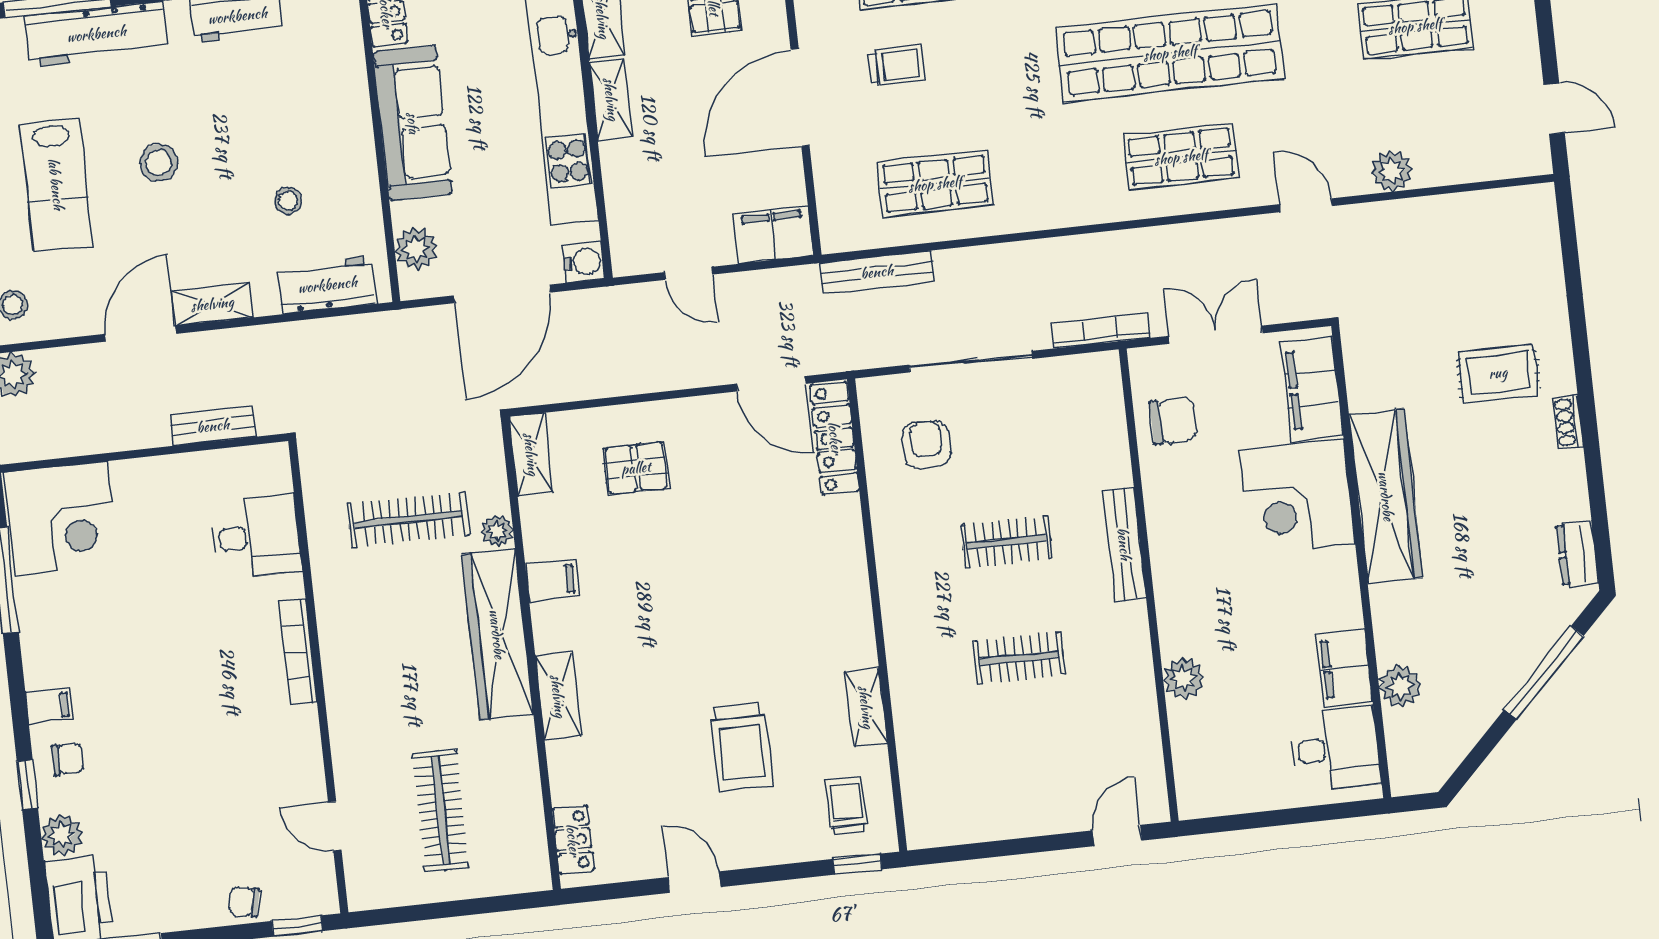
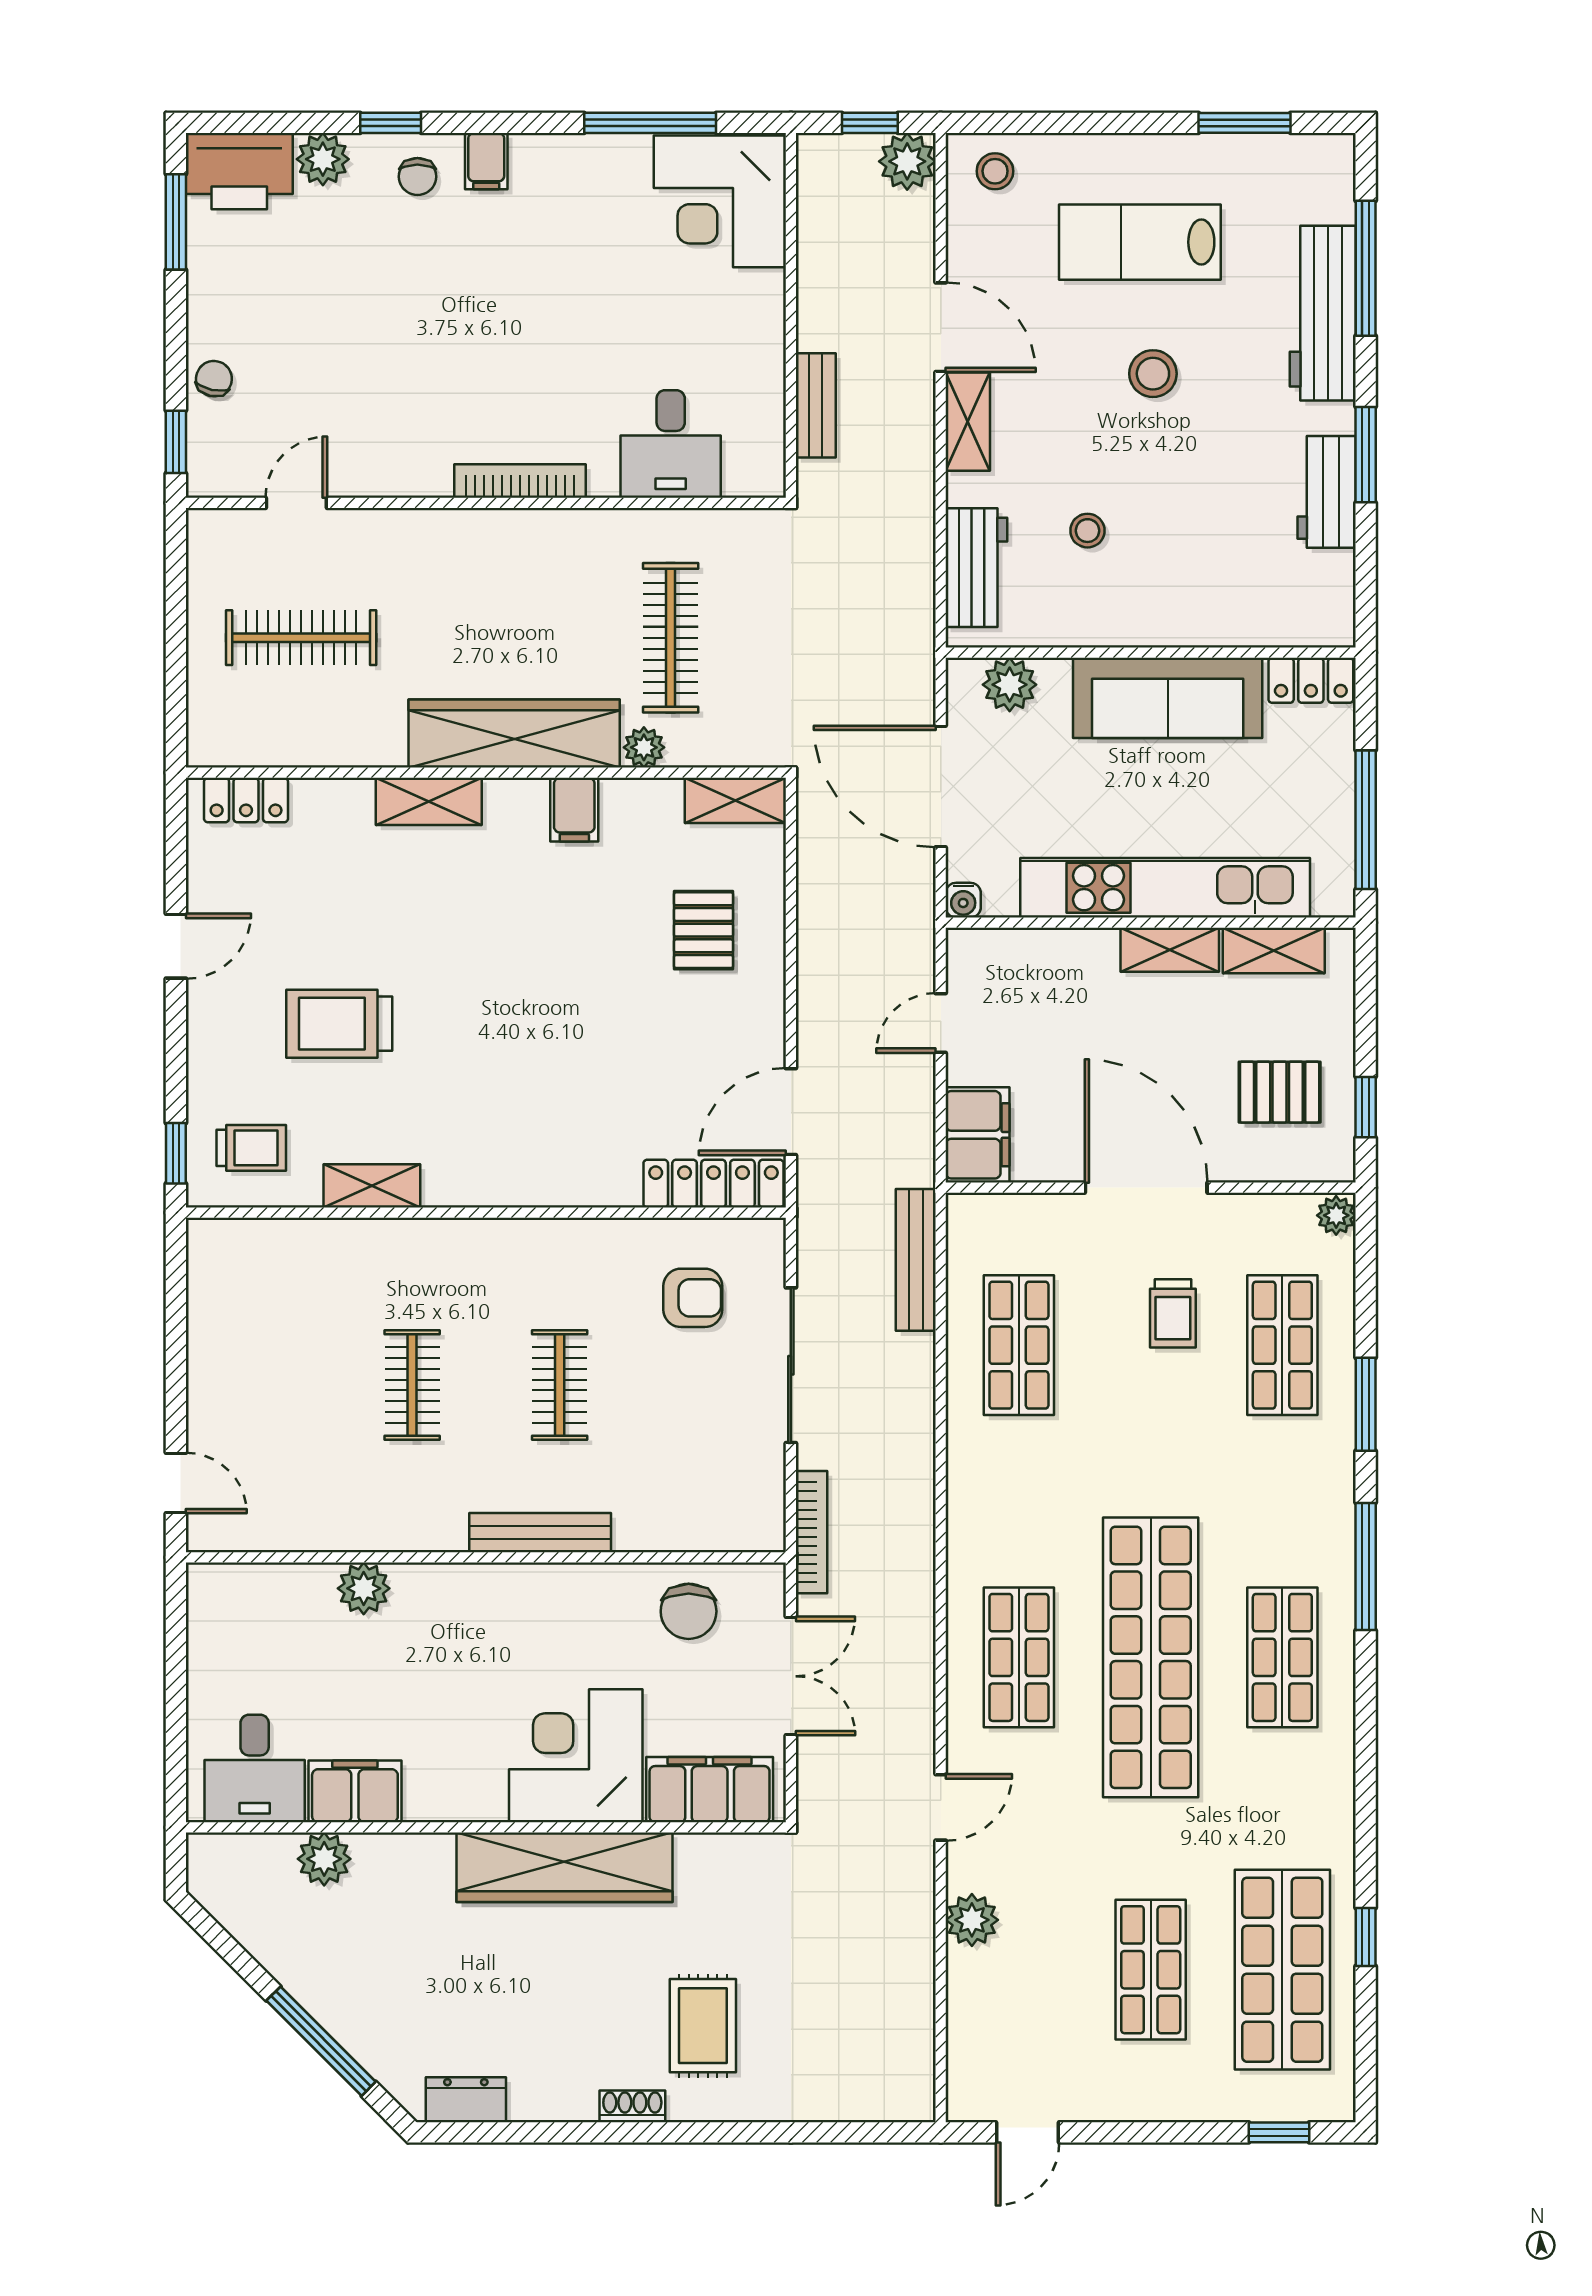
water cooler: (584, 262) -> (963, 900), width x0.72, depth x0.72

